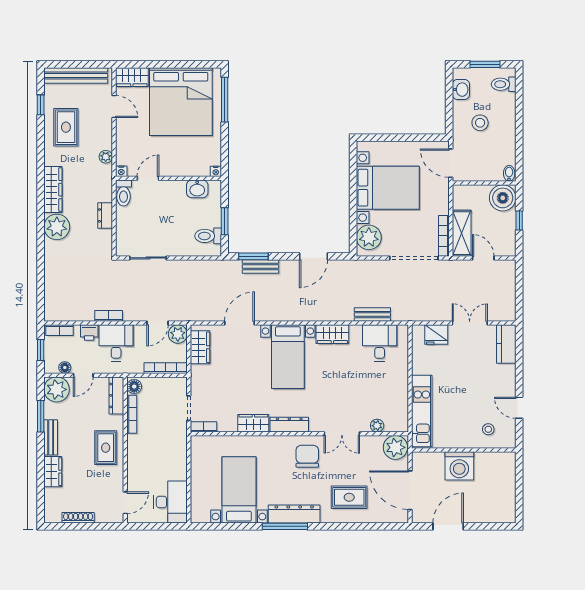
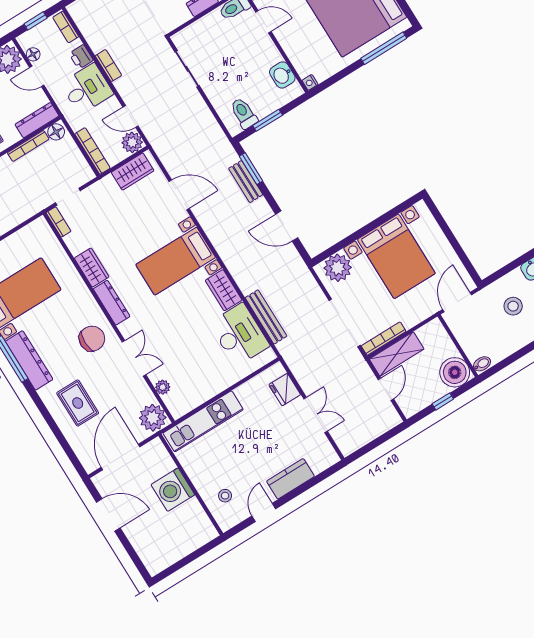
bench: (372, 315) -> (266, 317), width x1.36
desk: (380, 343) -> (239, 335), width x1.37
kitchen counter: (506, 344) -> (290, 479), moved
double door: (342, 434) -> (134, 358), swing flipped

